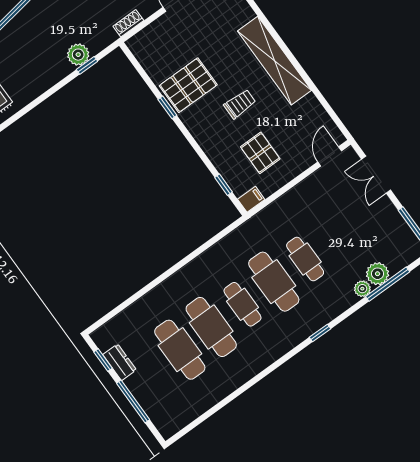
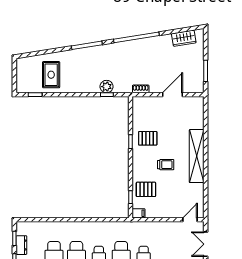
pallet: (188, 85) -> (148, 138), width x0.67, depth x0.71
pallet: (260, 153) -> (146, 189), moved, turned 90

